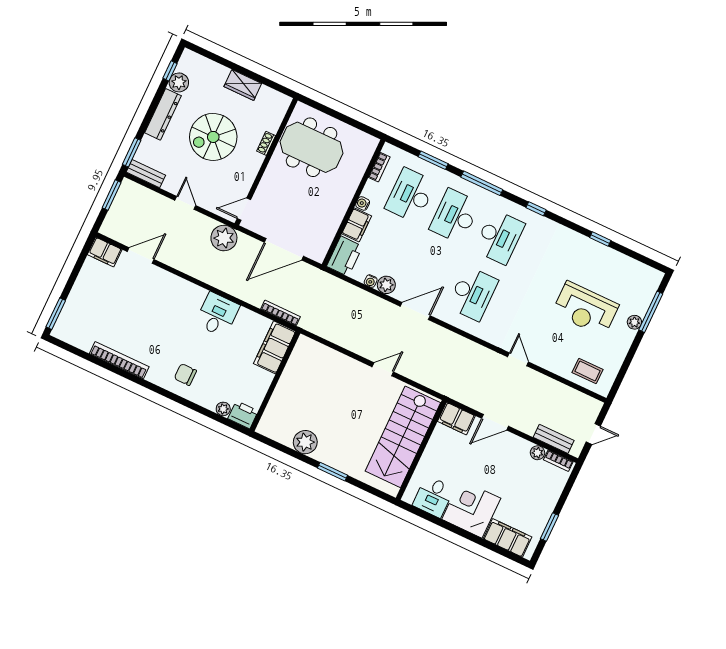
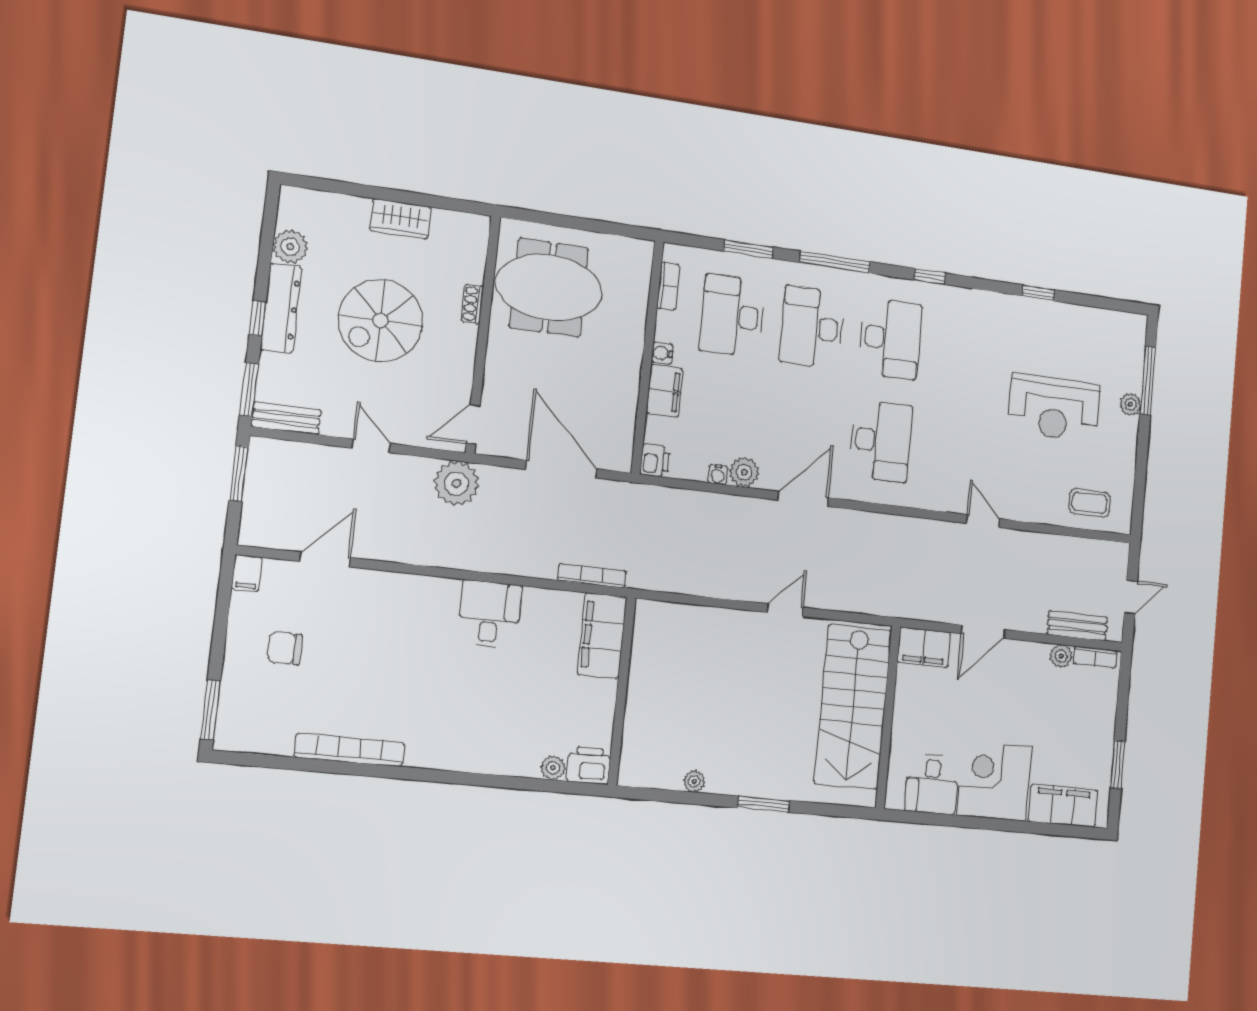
window: (170, 71) -> (258, 318), moved
door: (284, 249) -> (561, 469), swing flipped
filing cabinet: (105, 252) -> (247, 573), width x0.50
printer: (345, 256) -> (655, 461), width x0.53, depth x0.68
chair: (185, 375) -> (285, 648), moved
plant: (305, 442) -> (694, 781), width x0.53, depth x0.53

